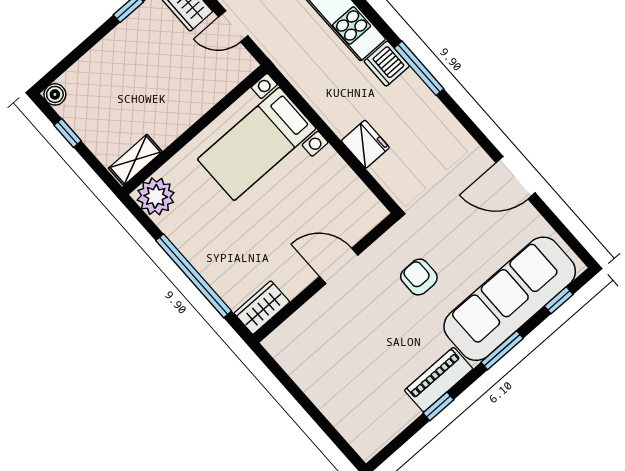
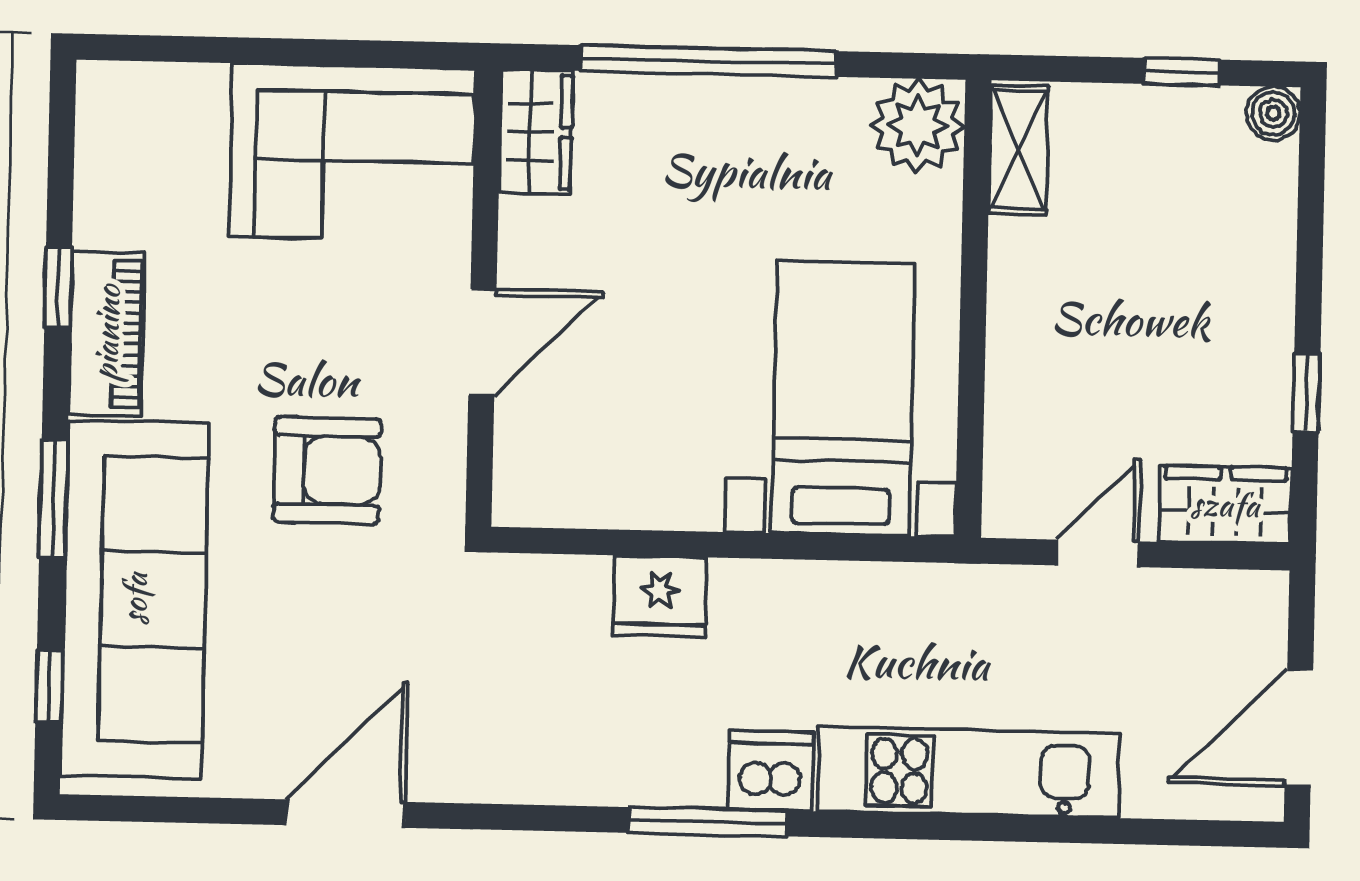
armchair: (419, 277) -> (327, 470), width x1.38, depth x1.38
corner sofa: (318, 356) -> (352, 153), added

